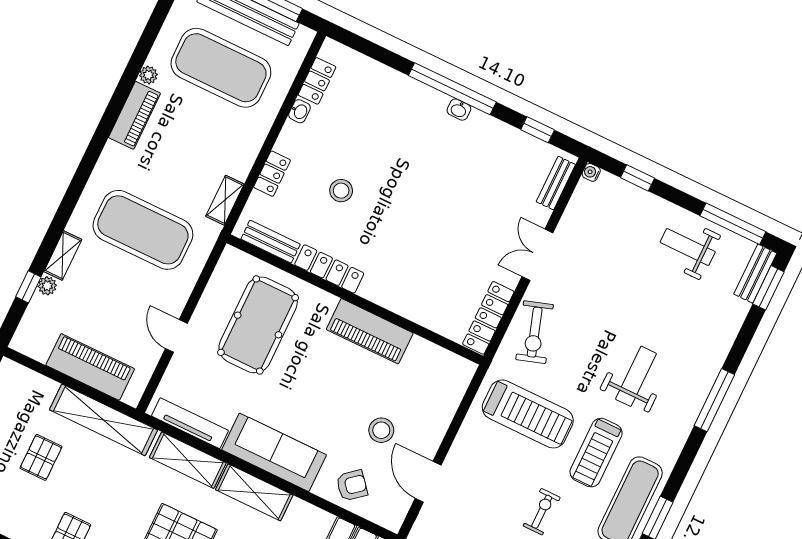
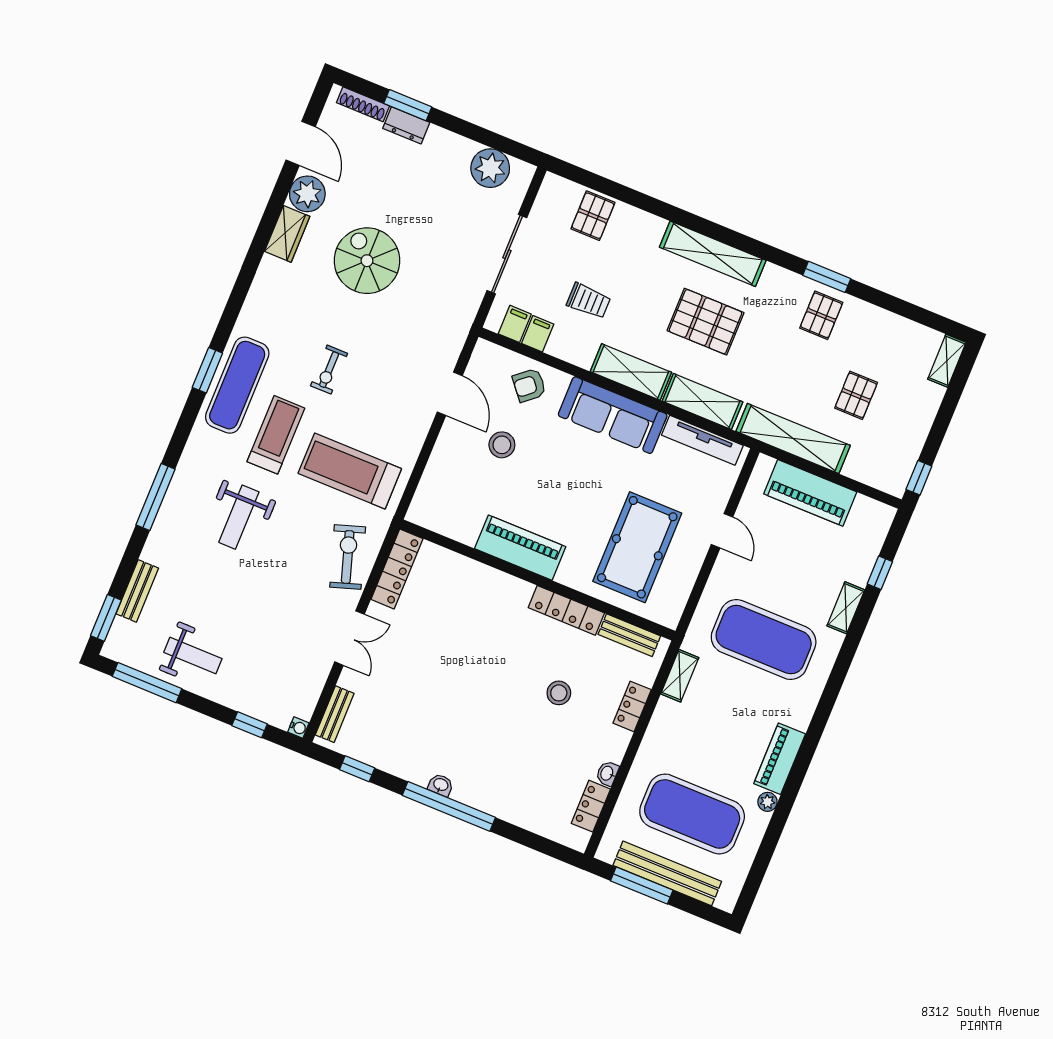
bench: (755, 274) -> (137, 591), moved
plant: (47, 286) -> (860, 575), removed

